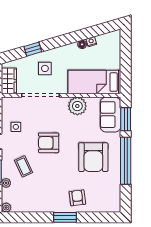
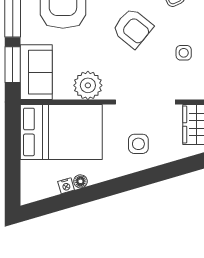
window: (33, 49) -> (157, 174), removed
bed: (94, 82) -> (61, 132), width x1.50
armchair: (49, 143) -> (133, 28), turned 39

